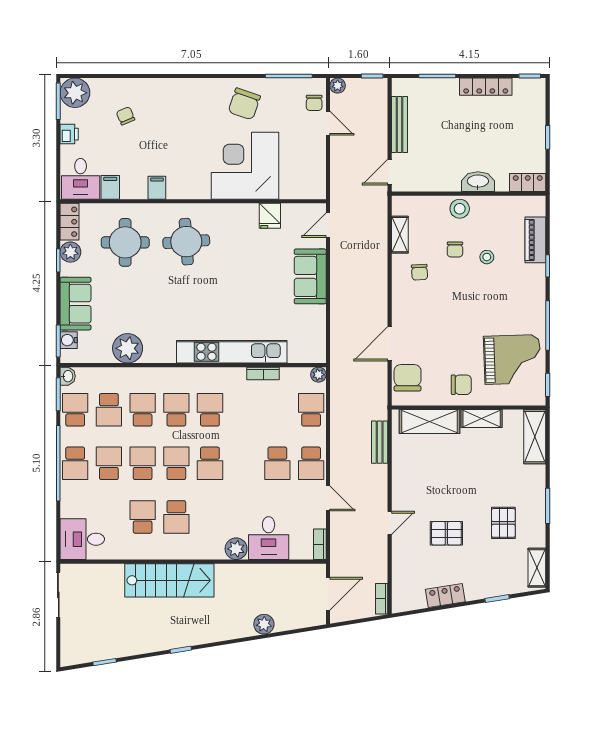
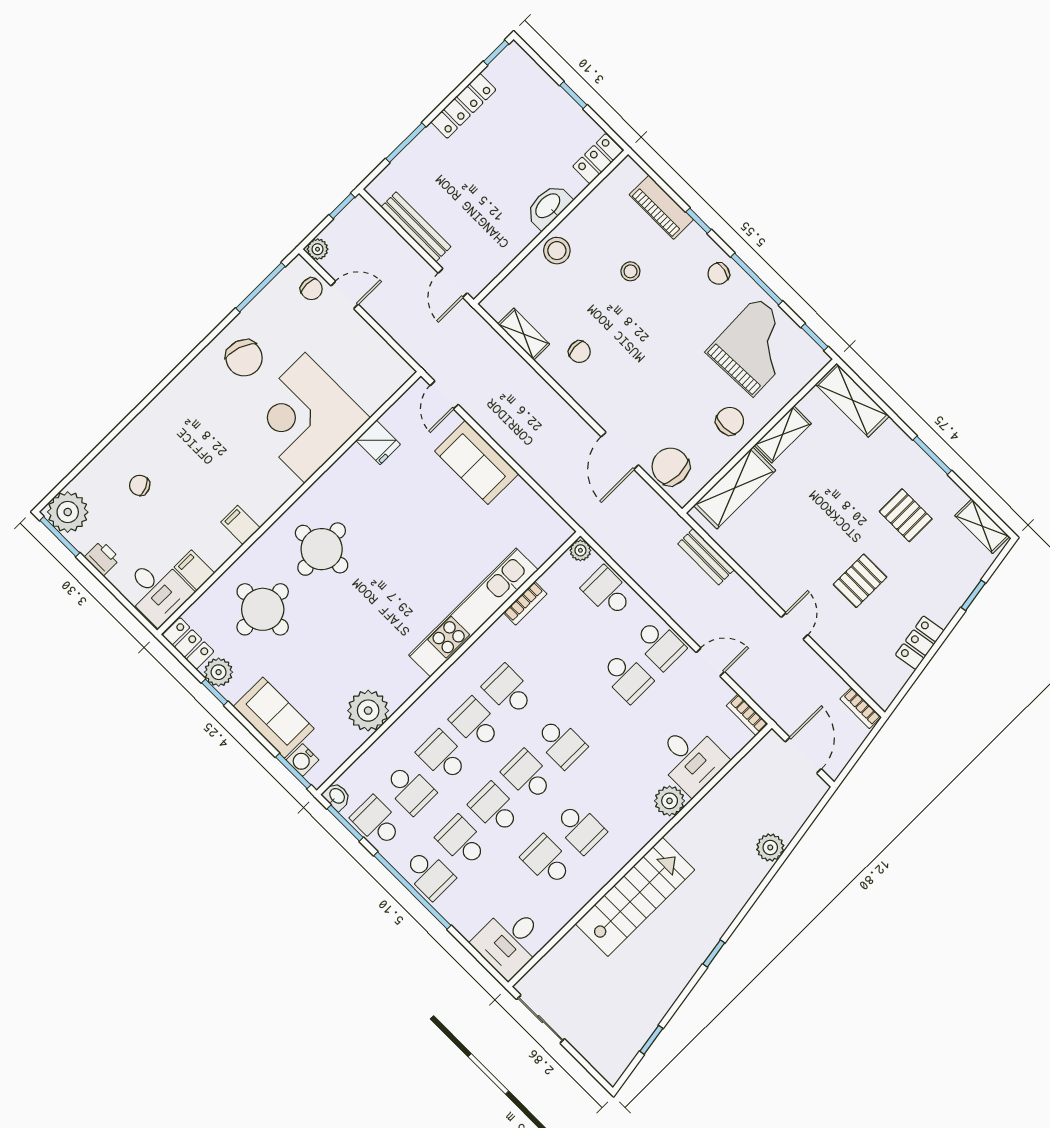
chair: (455, 249) -> (719, 274), moved, turned 102

